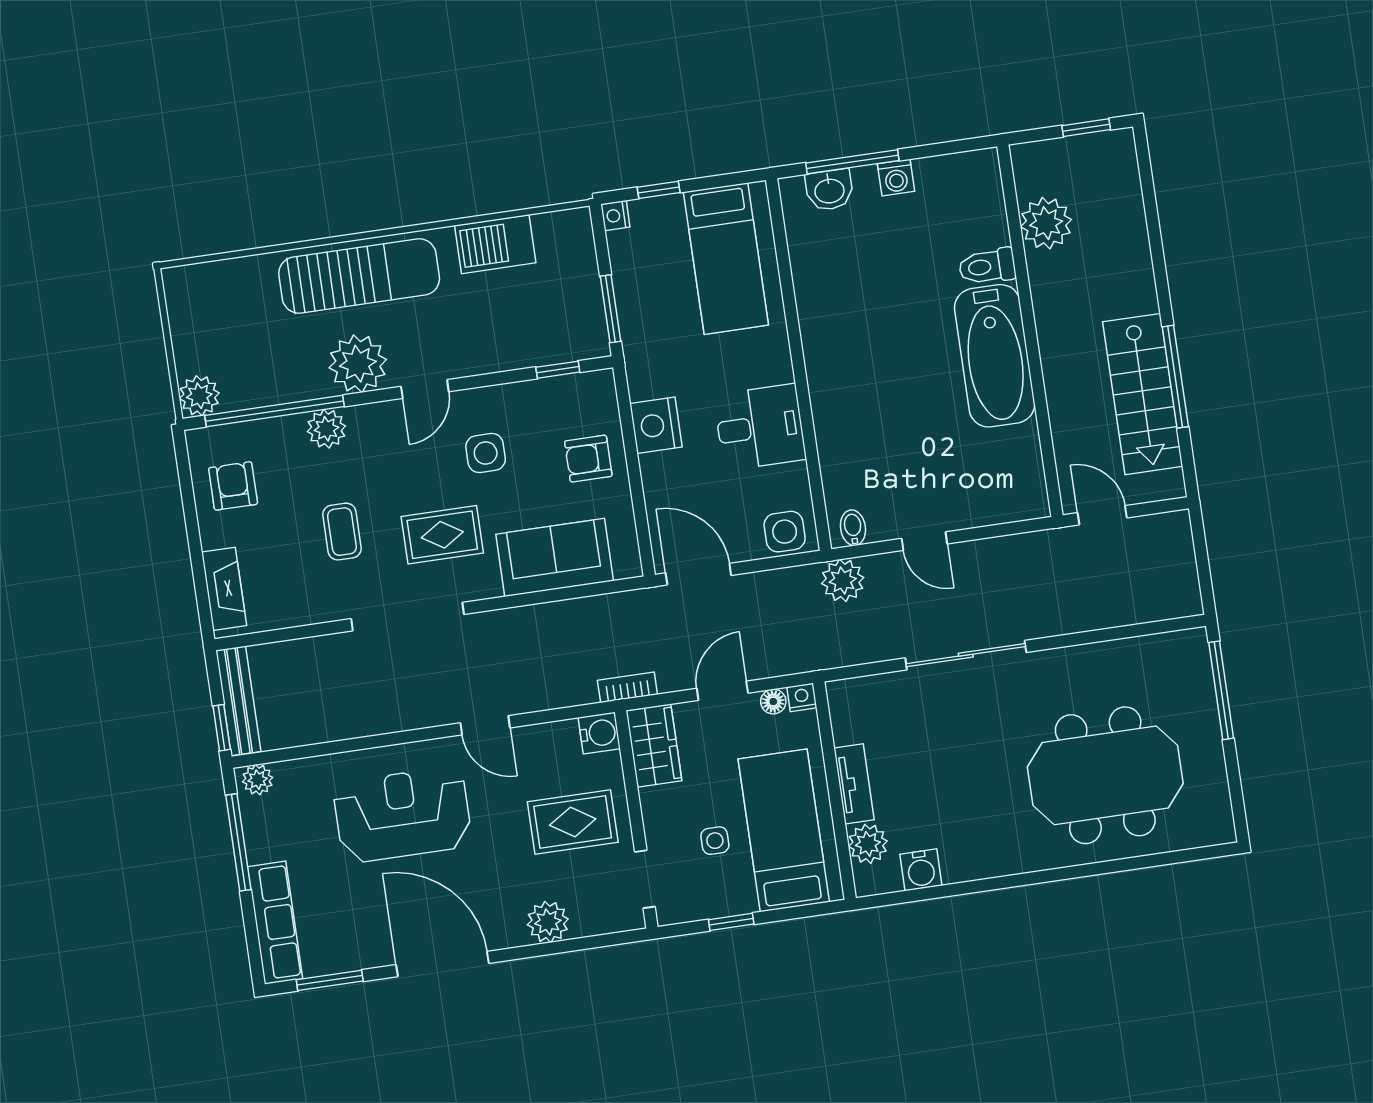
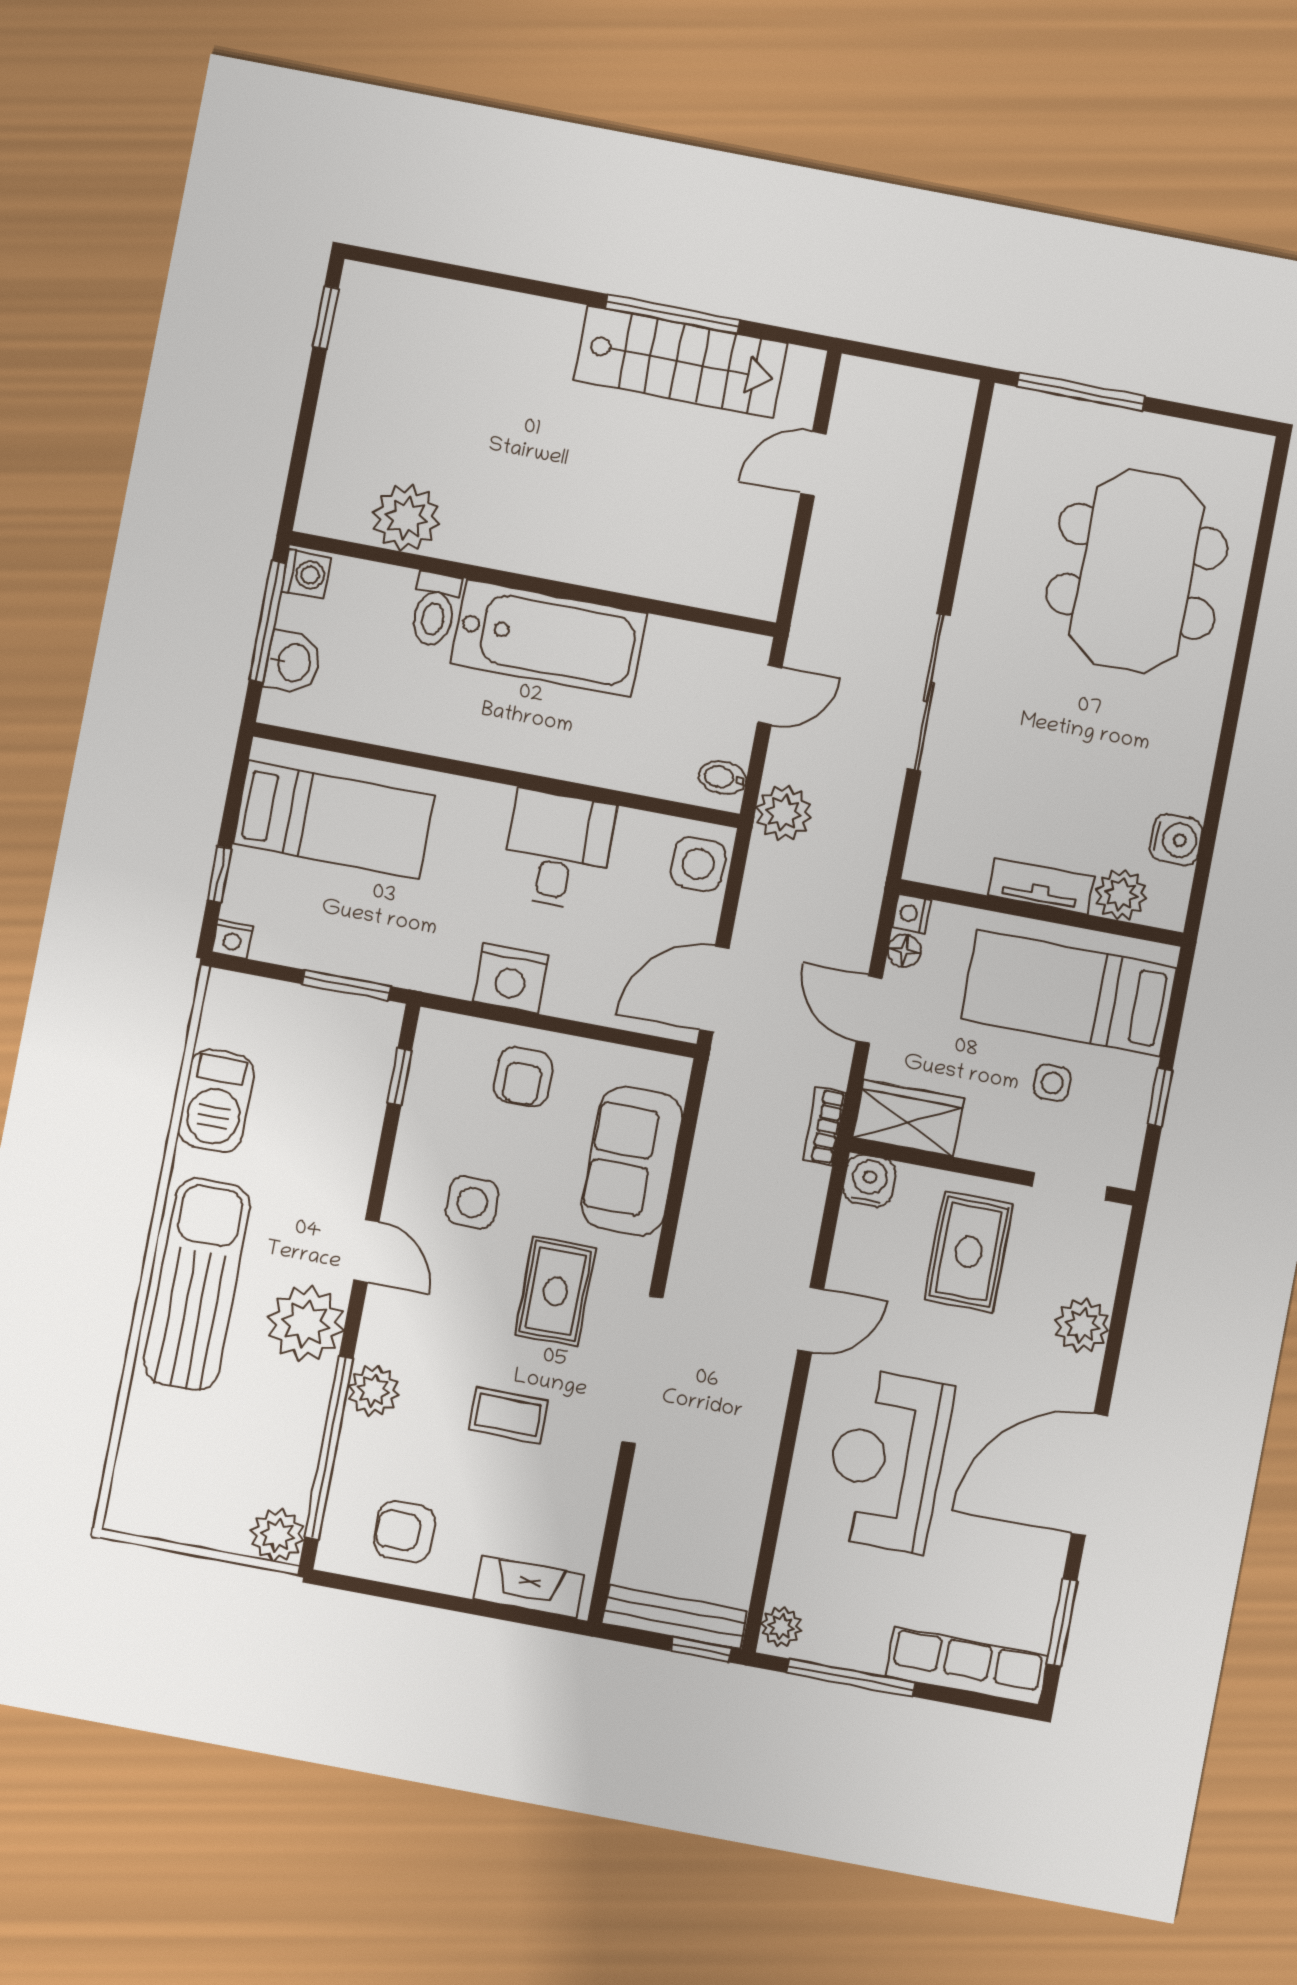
plant: (1046, 223) -> (406, 518), moved
toilet: (987, 266) -> (435, 609), moved
wall: (1030, 331) -> (533, 584), moved
bathtub: (995, 356) -> (549, 638), moved

